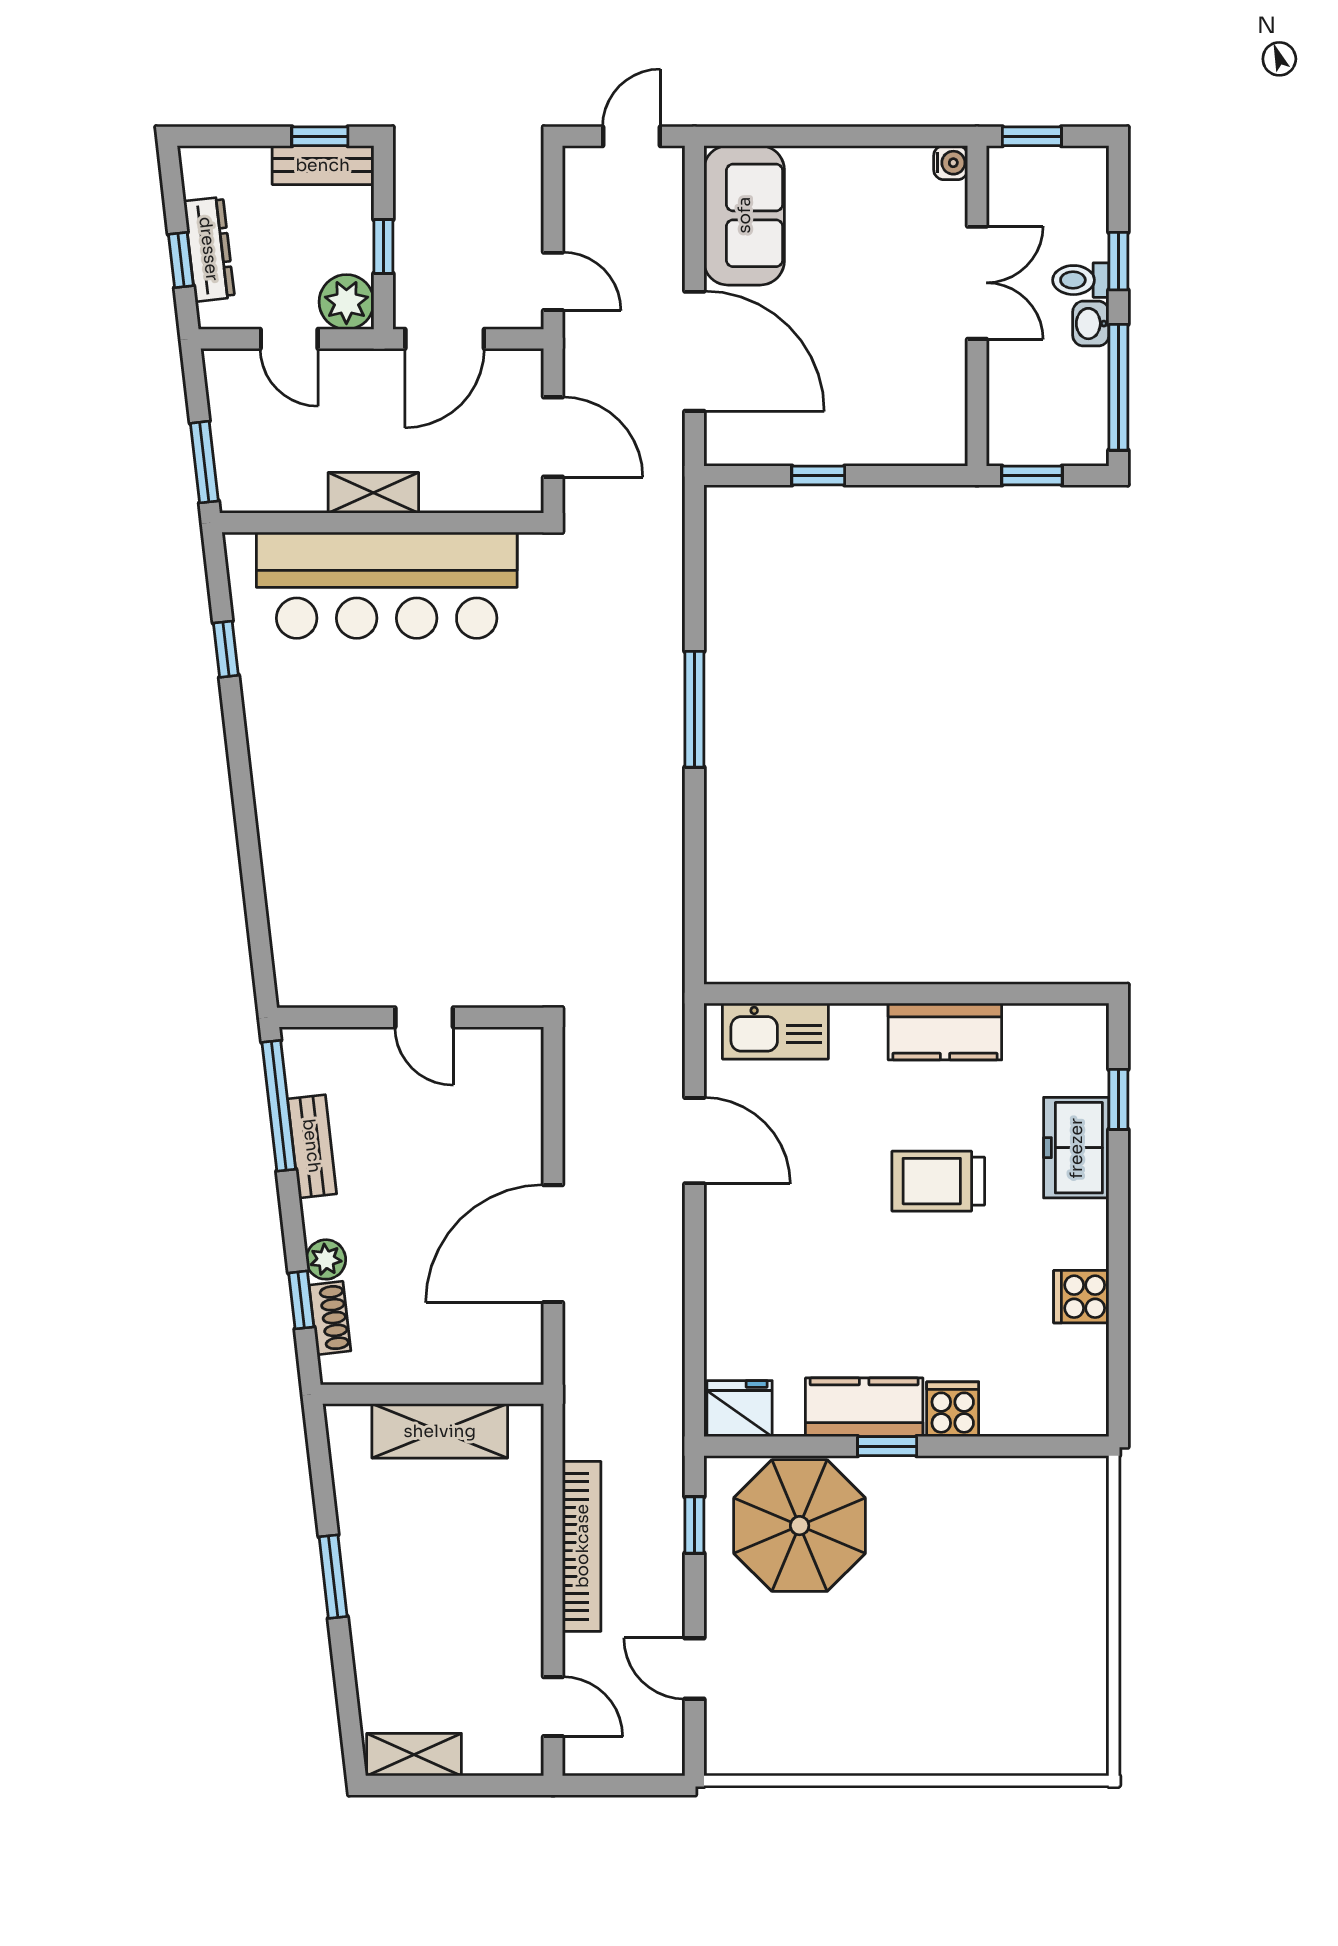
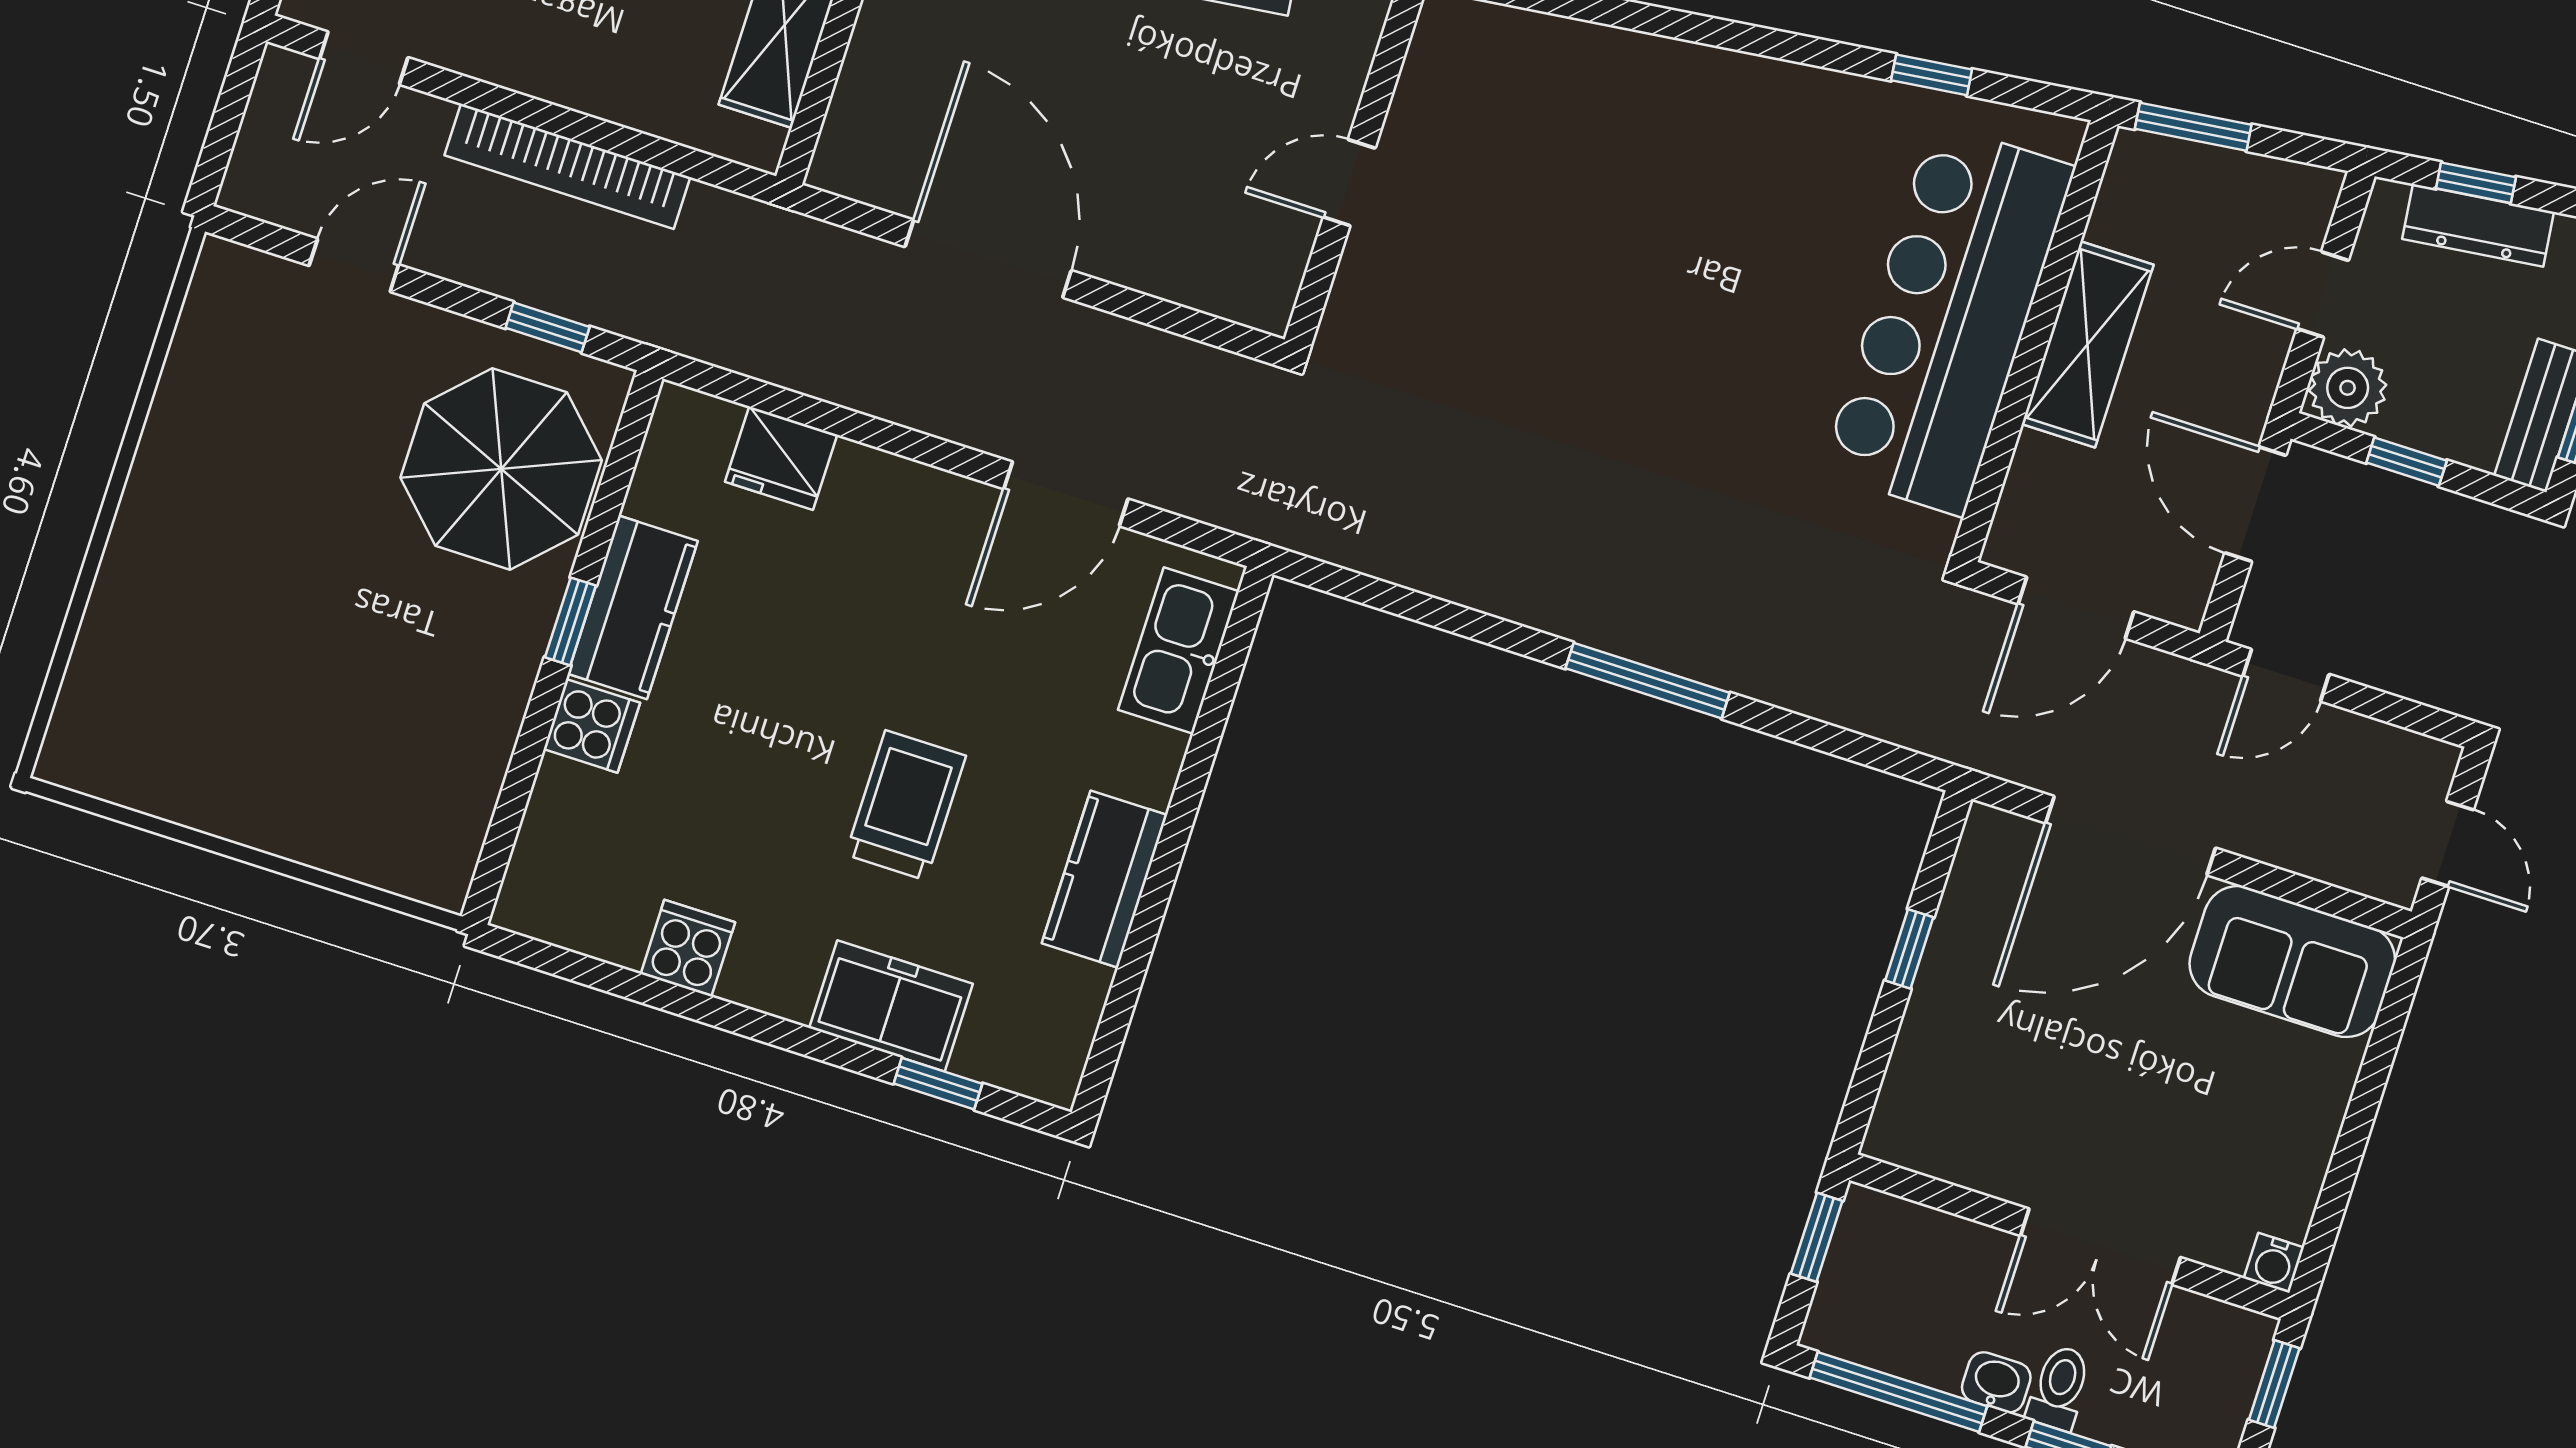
shelving: (373, 493) -> (2088, 344), width x1.50, depth x1.33
fridge: (740, 1409) -> (781, 458), moved, turned 90

